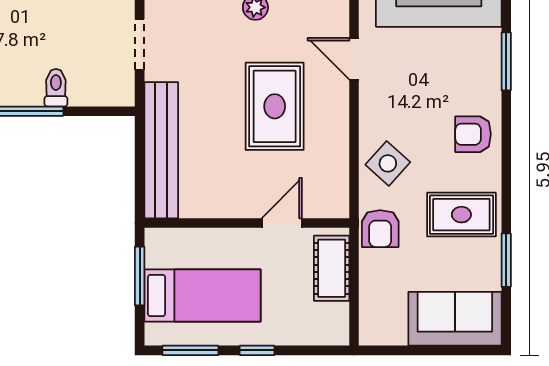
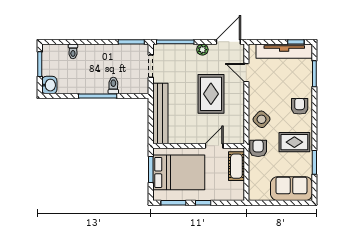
armchair: (473, 134) -> (300, 106), turned 90
armchair: (380, 229) -> (258, 148), turned 180
bed: (202, 296) -> (179, 172), width x1.50

